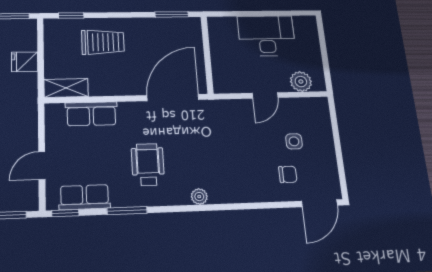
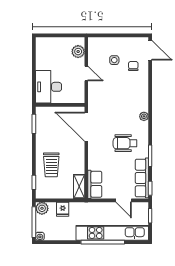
plant: (26, 29) -> (42, 208), added
desk: (267, 36) -> (49, 87), moved
trolley: (103, 42) -> (51, 165), turned 180
row of seats: (91, 114) -> (95, 184), moved
row of seats: (85, 197) -> (142, 178), width x1.48

